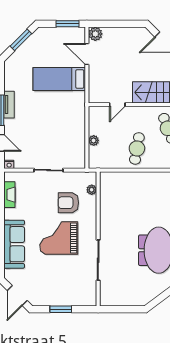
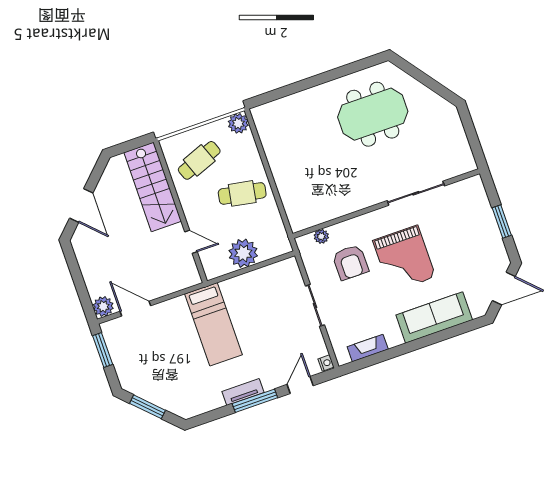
door: (87, 54) -> (135, 309), swing flipped
bed: (59, 79) -> (213, 324), moved
plant: (94, 140) -> (243, 253), width x1.88, depth x1.88

